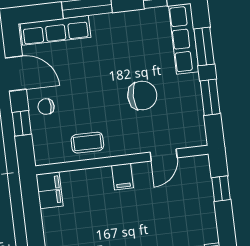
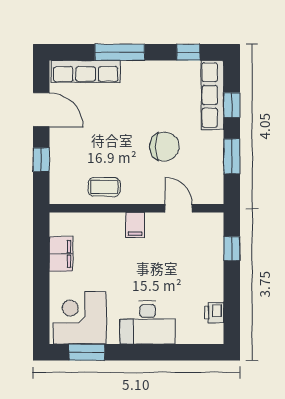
window: (204, 46) -> (232, 105), width x0.67
chair: (46, 107) -> (67, 146), removed
door: (164, 155) -> (179, 208), swing flipped
filing cabinet: (50, 190) -> (61, 254), moved

